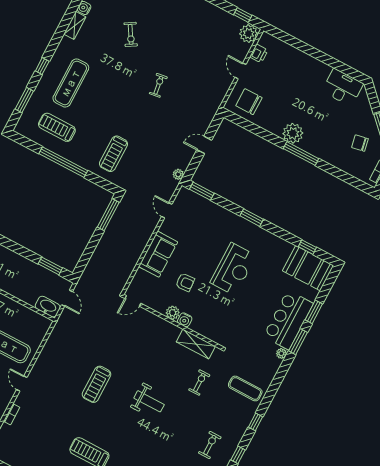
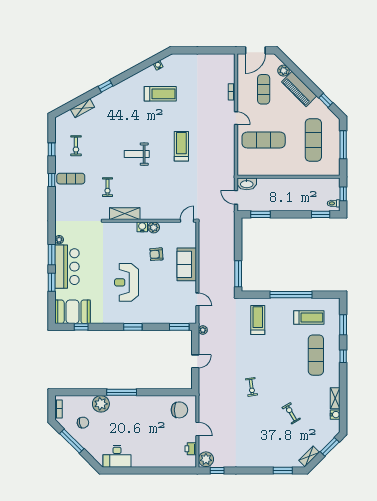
plant: (293, 133) -> (101, 404), moved
exercise mat: (245, 388) -> (71, 179), moved

